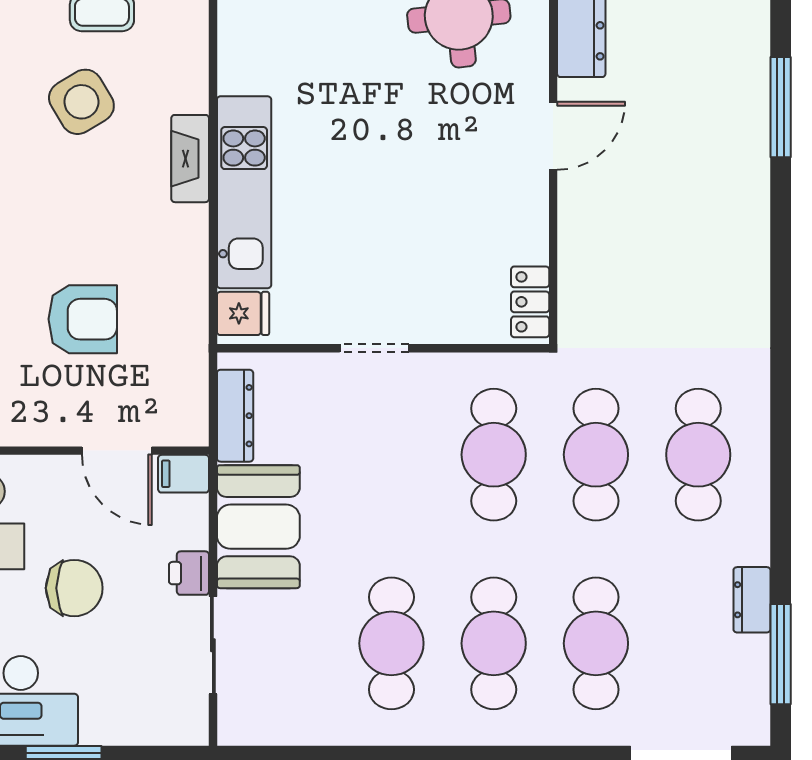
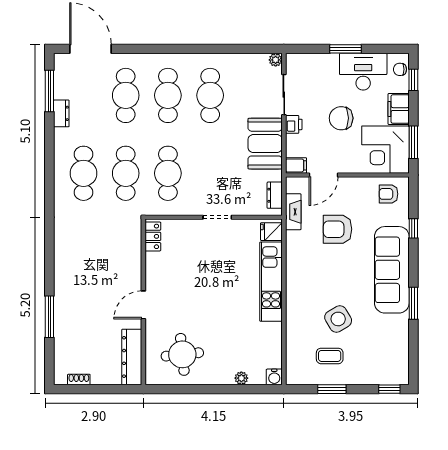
fireplace: (190, 159) -> (293, 212), moved
dresser: (235, 416) -> (275, 195), width x0.70
door: (117, 451) -> (323, 175), swing flipped
plant: (233, 730) -> (276, 60), added

